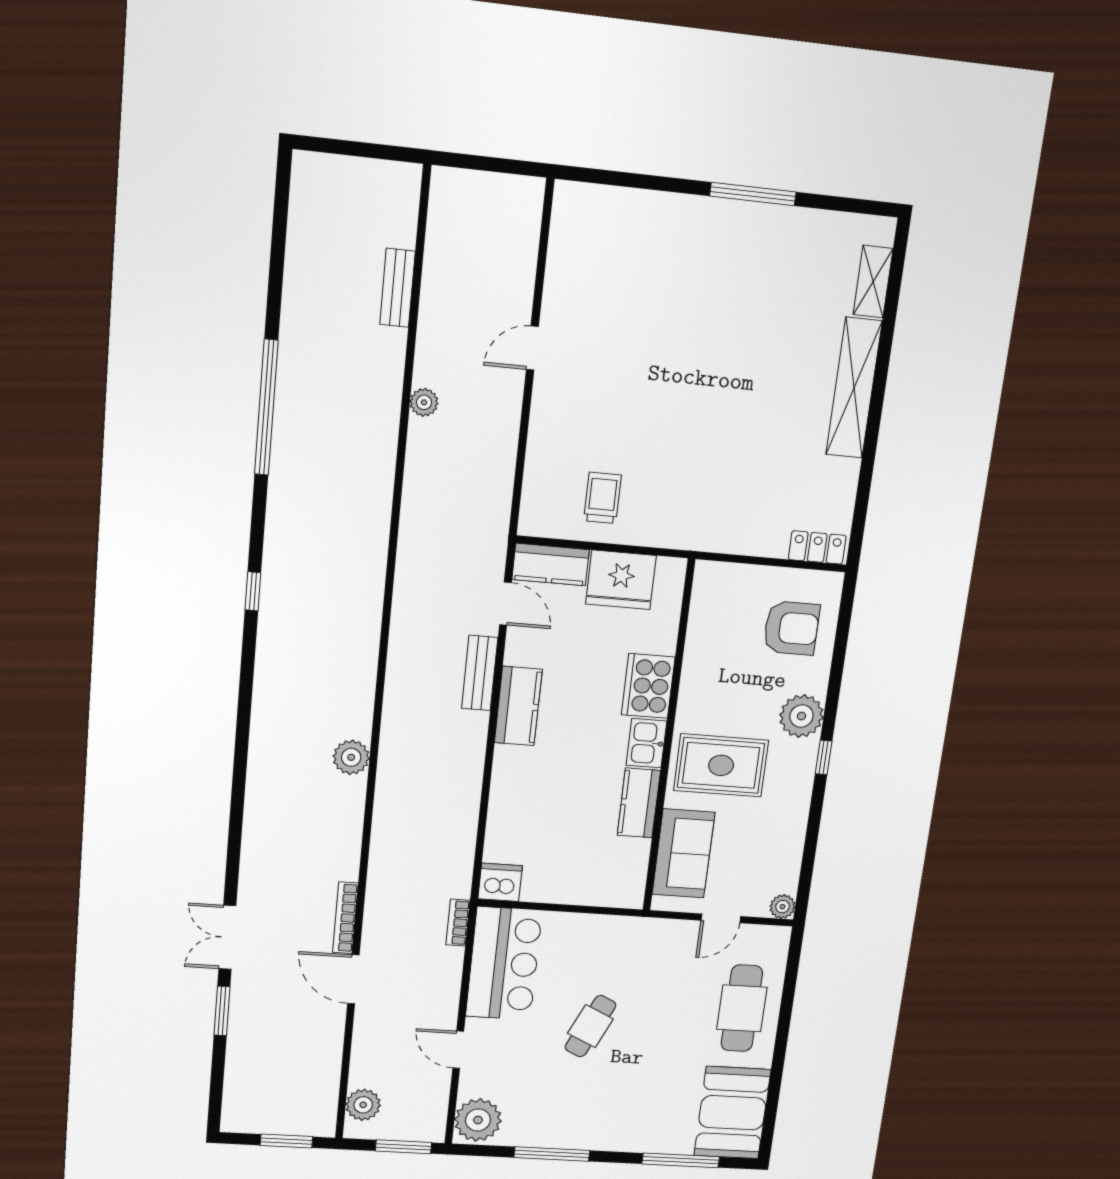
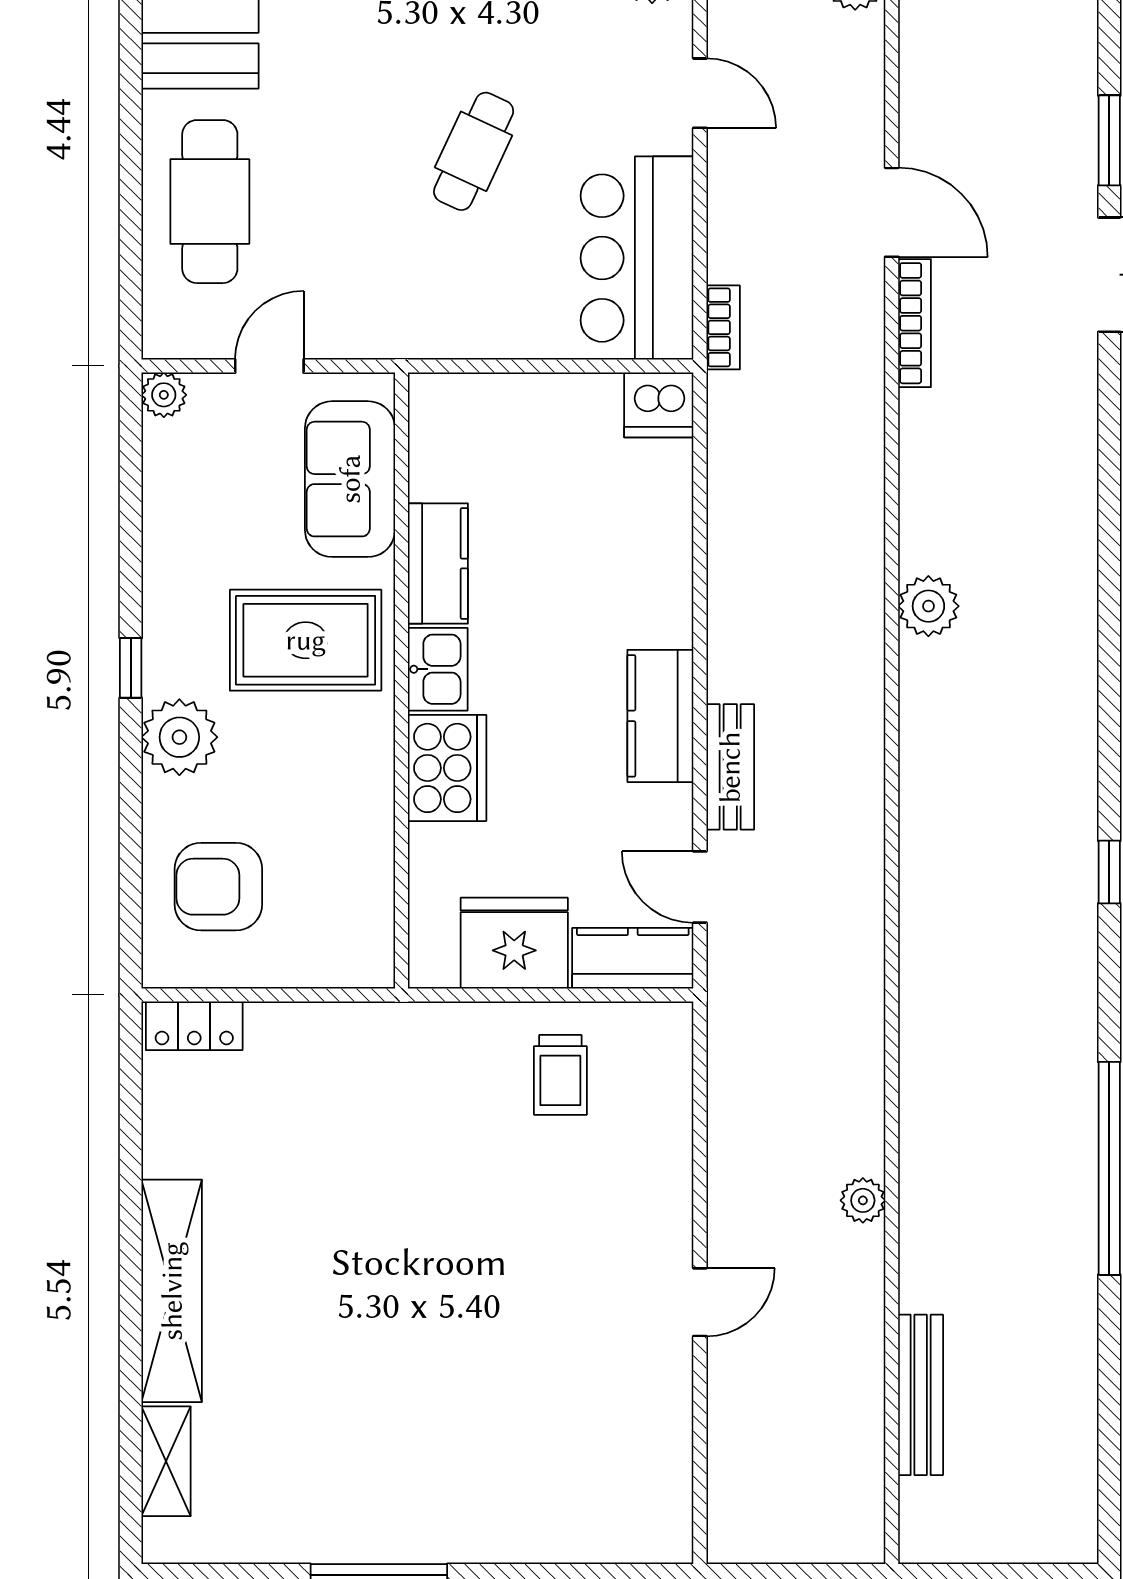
bench: (398, 288) -> (921, 1395), width x1.36

